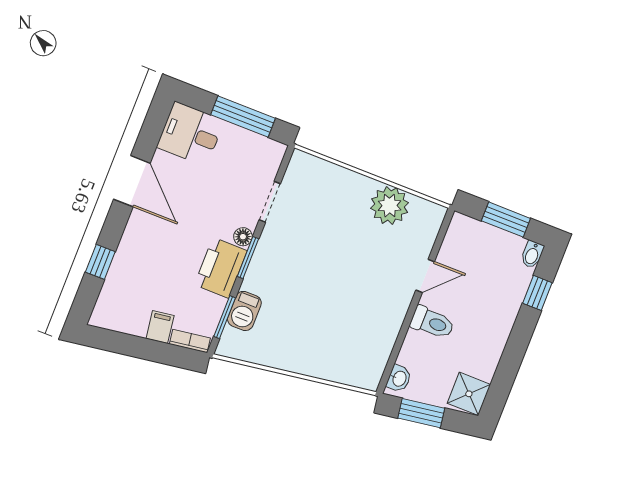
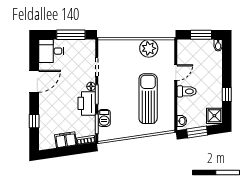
door: (132, 181) -> (34, 81), hinge flipped
window: (537, 293) -> (227, 95), moved
sun lounger: (348, 307) -> (148, 99), added
filing cabinet: (160, 327) -> (66, 140), width x2.00

